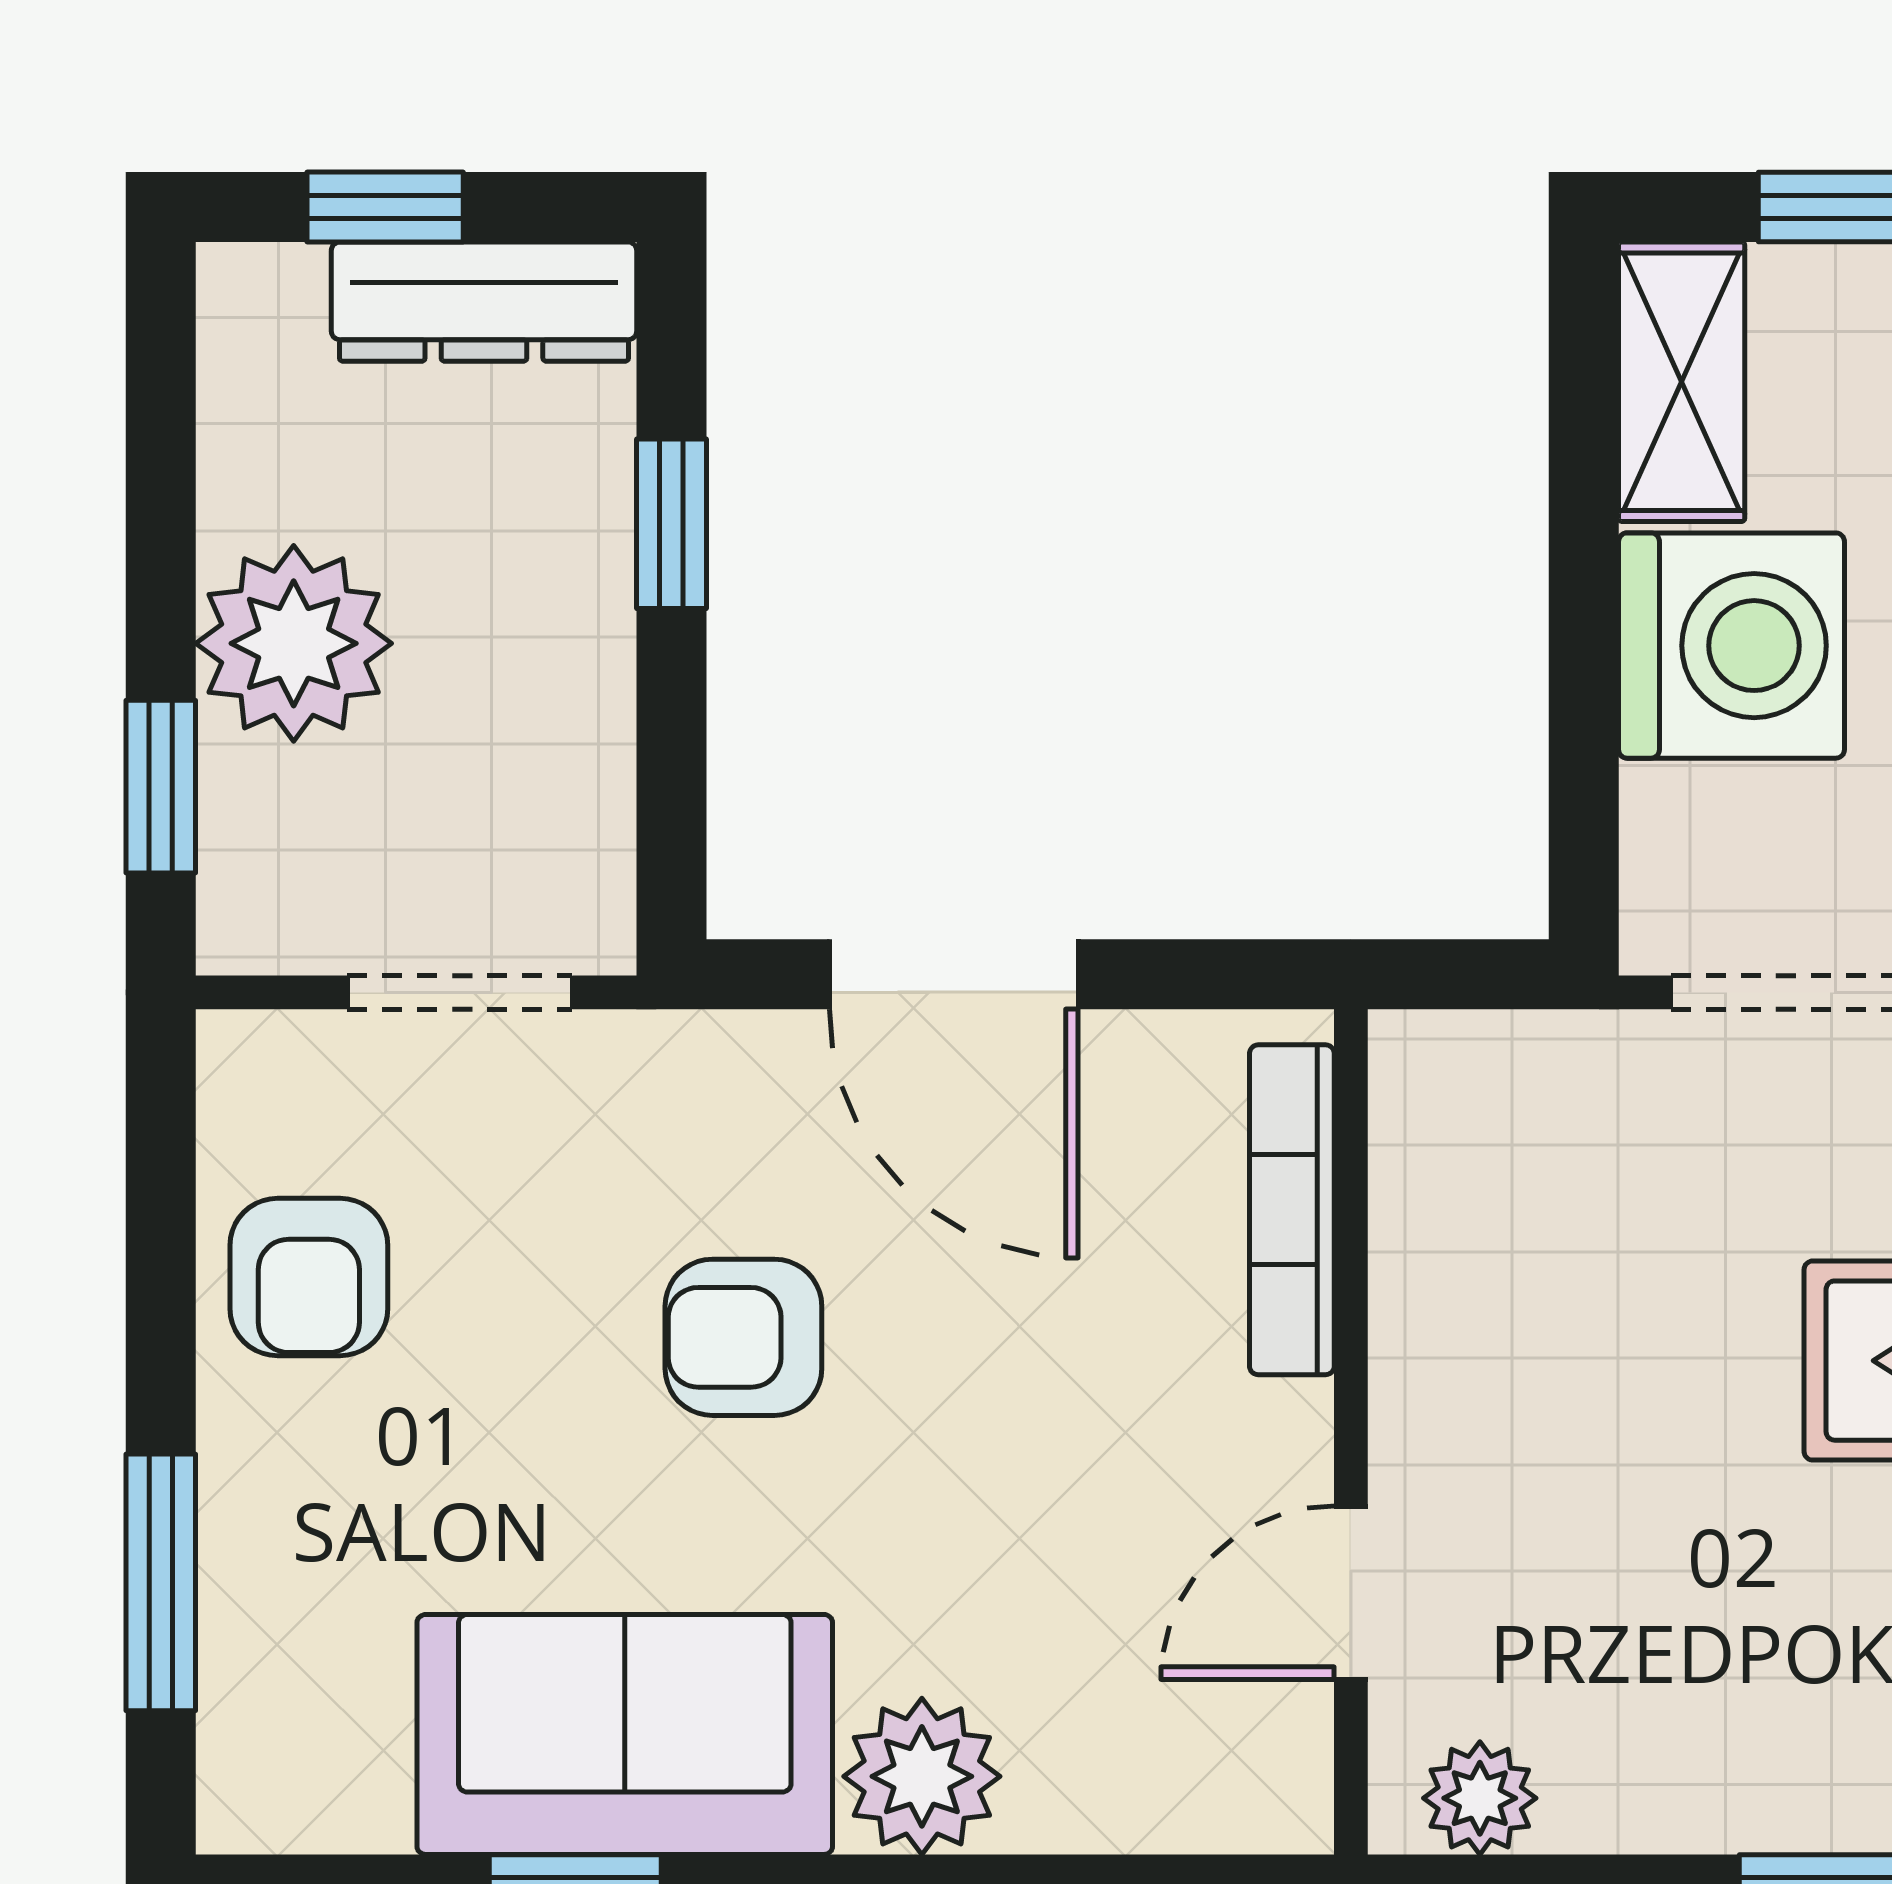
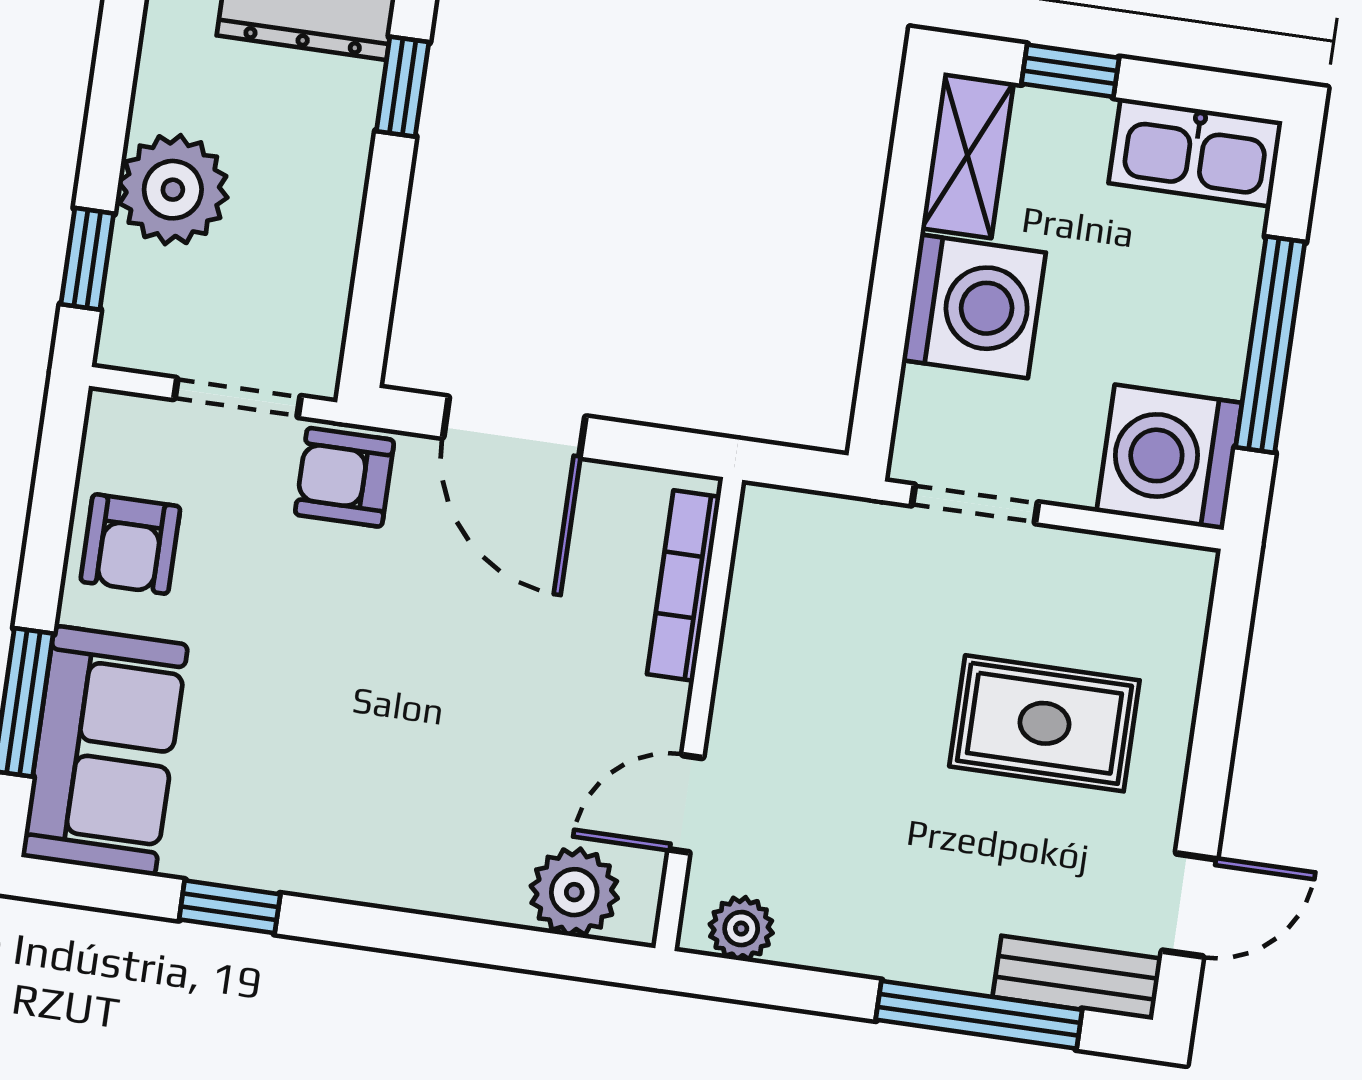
window: (671, 524) -> (403, 87), moved
armchair: (743, 1337) -> (345, 477), moved
sofa: (625, 1734) -> (105, 751), moved, turned 90
plant: (922, 1776) -> (574, 892), moved

